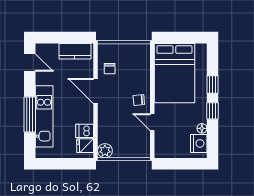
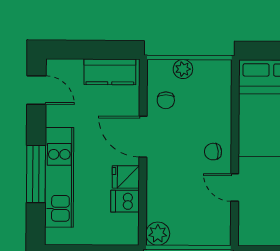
plant: (120, 49) -> (183, 69), added
fridge: (85, 146) -> (126, 177), moved

